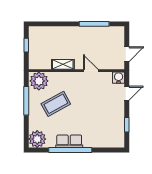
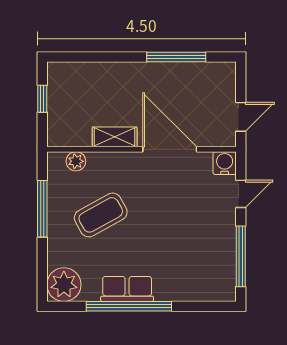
door: (91, 71) -> (170, 149), width x1.87
plant: (39, 81) -> (76, 161), width x0.53, depth x0.53
window: (127, 125) -> (241, 256), width x2.17

